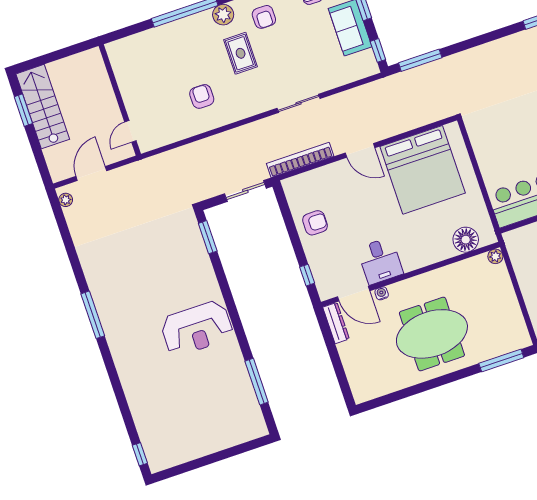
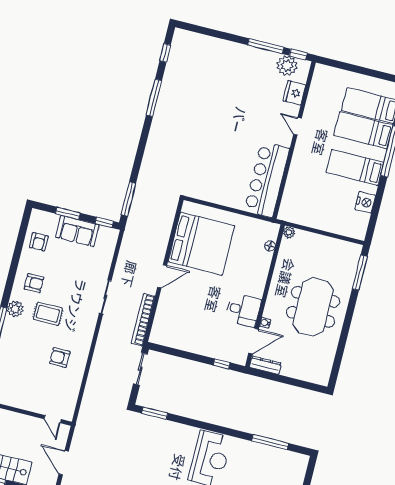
armchair: (315, 223) -> (191, 337), removed
floor lamp: (466, 240) -> (270, 246), width x0.53, depth x0.53

